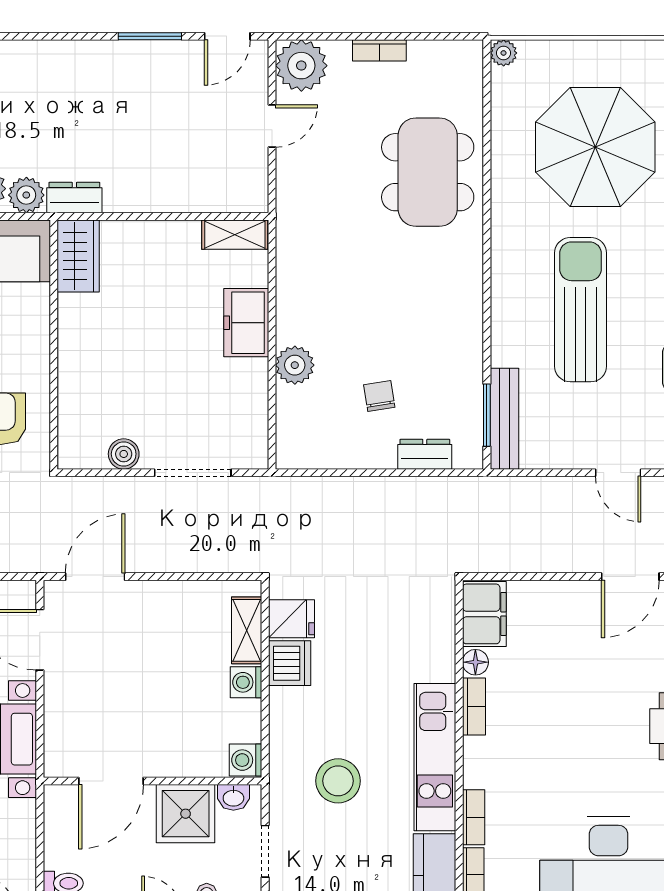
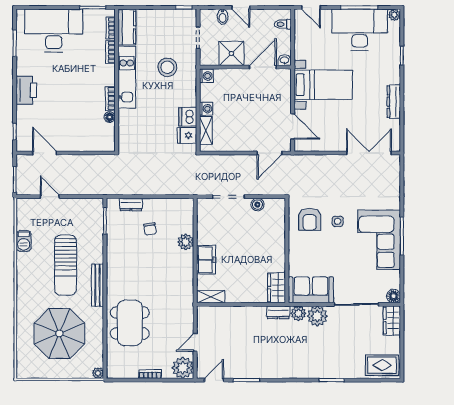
bench: (504, 419) -> (98, 285), moved
door: (630, 577) -> (45, 153), hinge flipped
filing cabinet: (484, 614) -> (106, 137), removed
washbasin: (233, 797) -> (285, 60), moved

